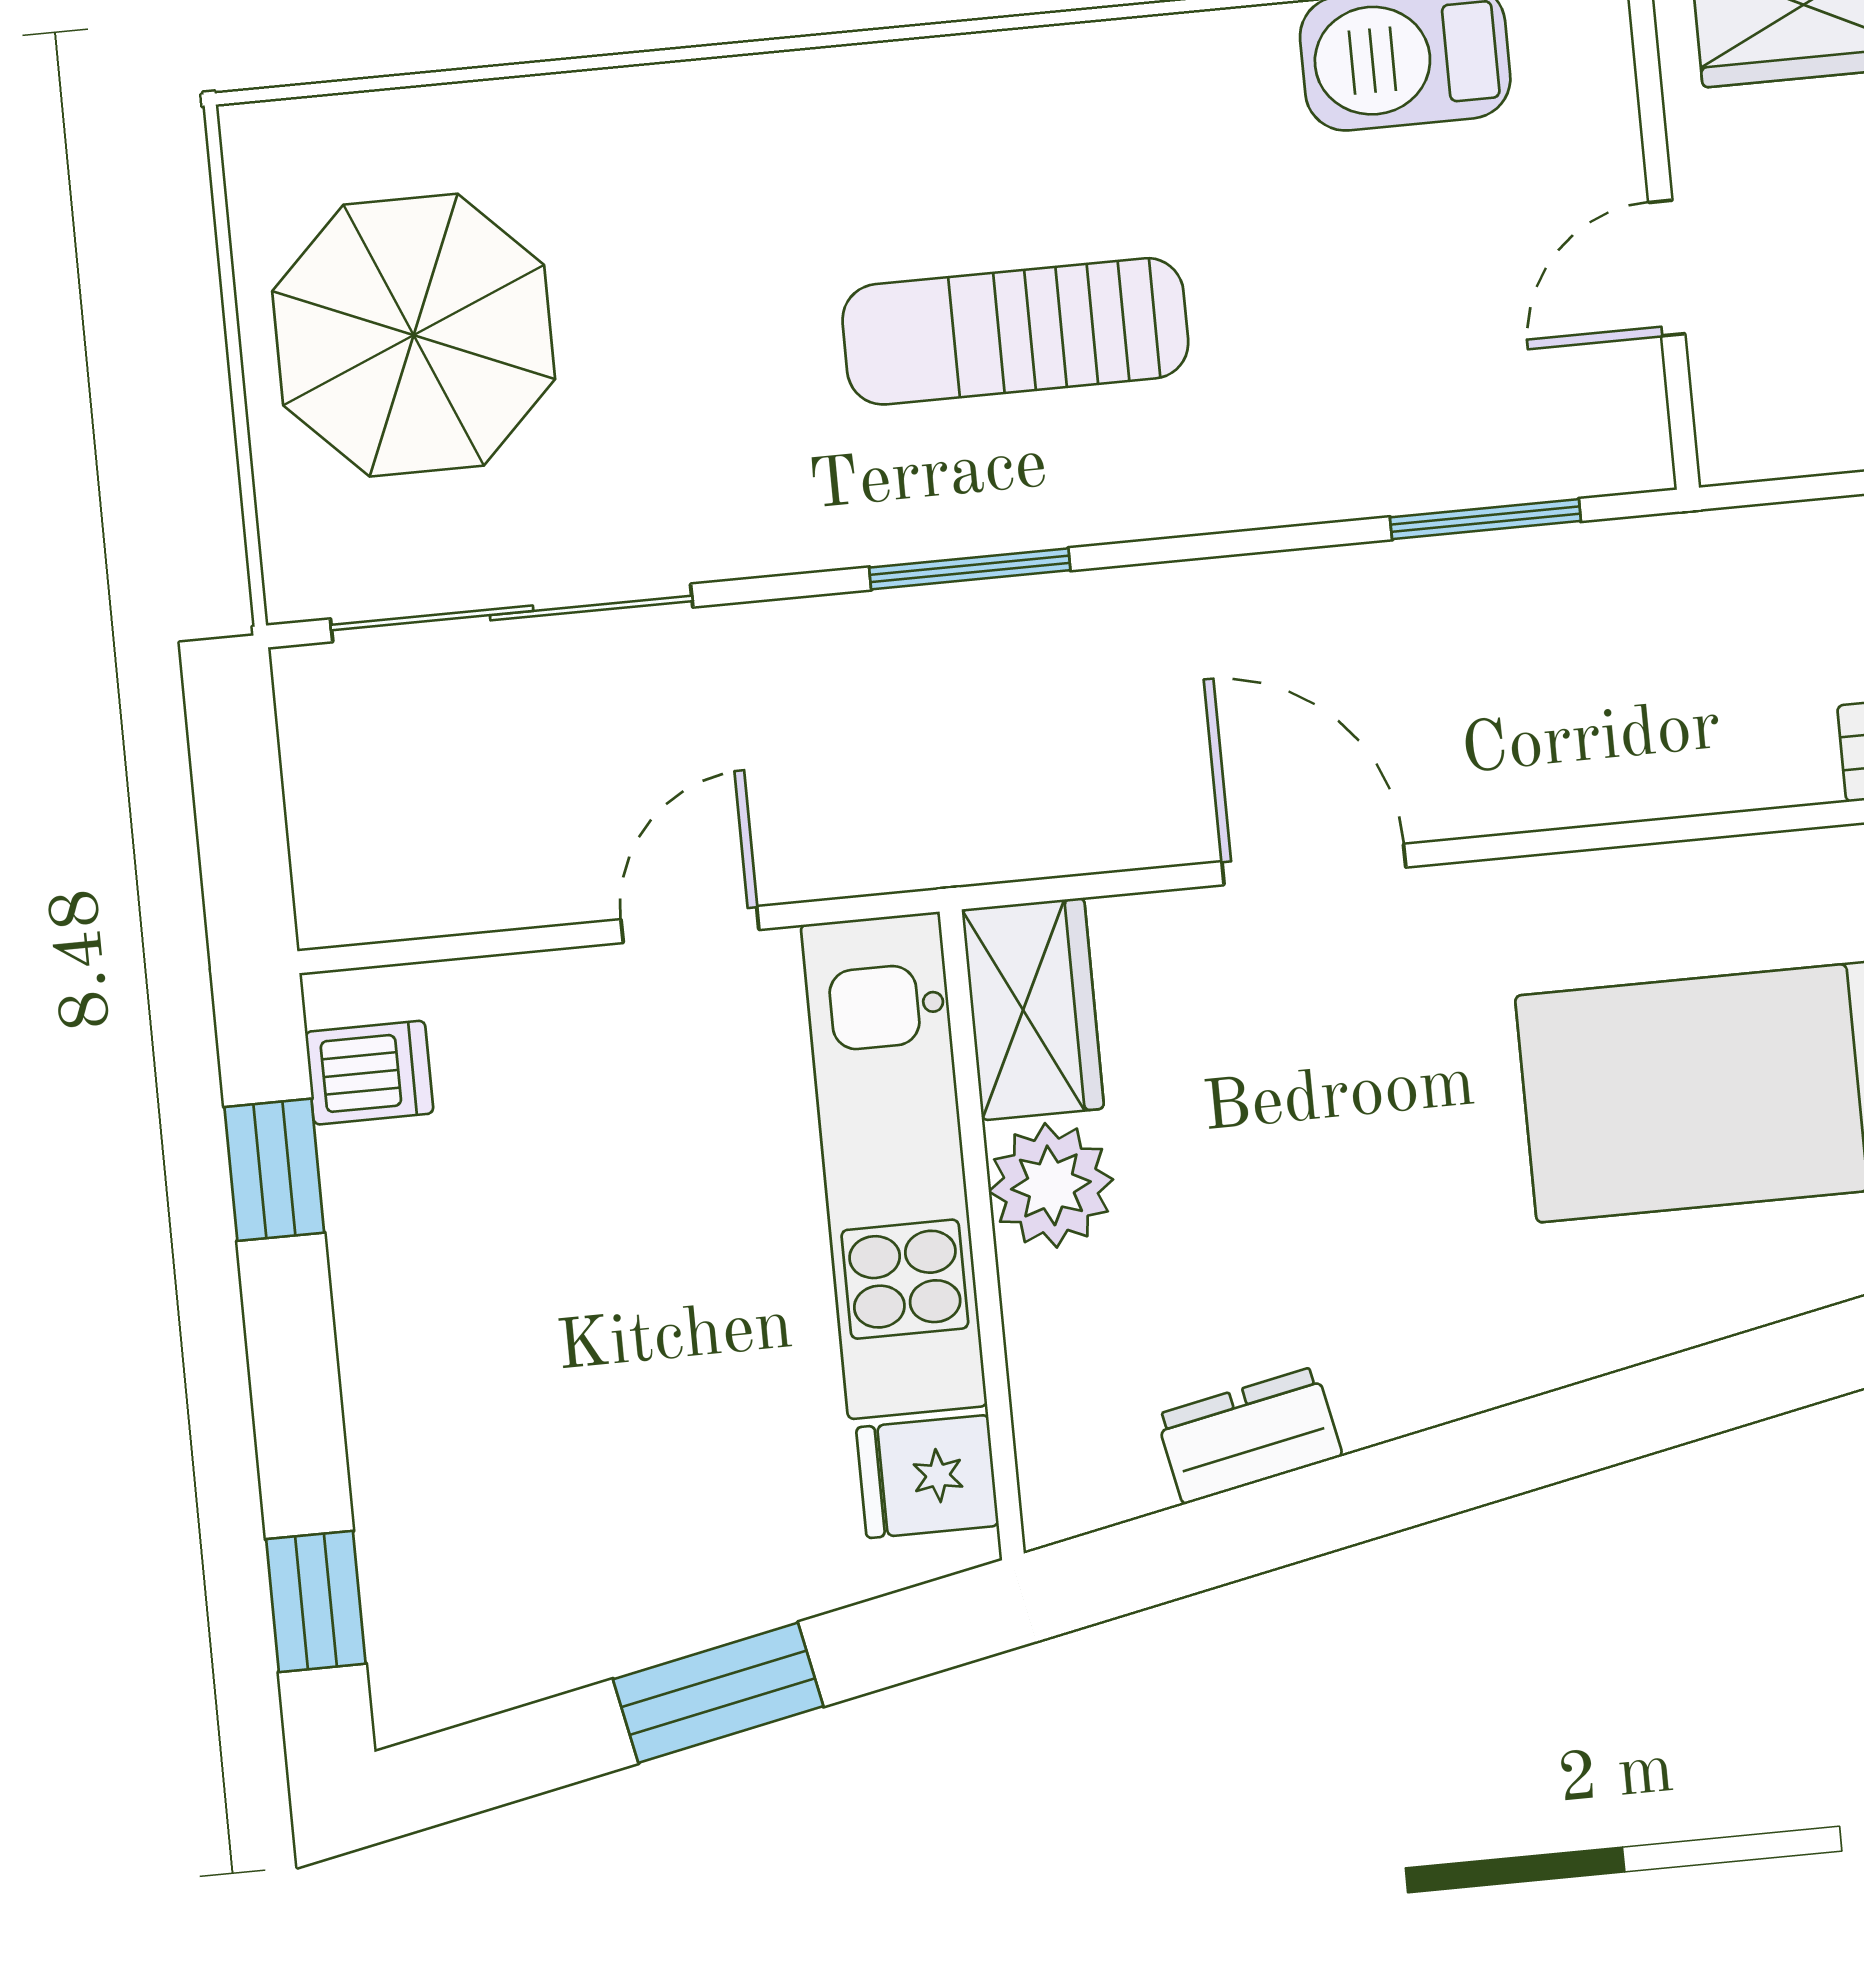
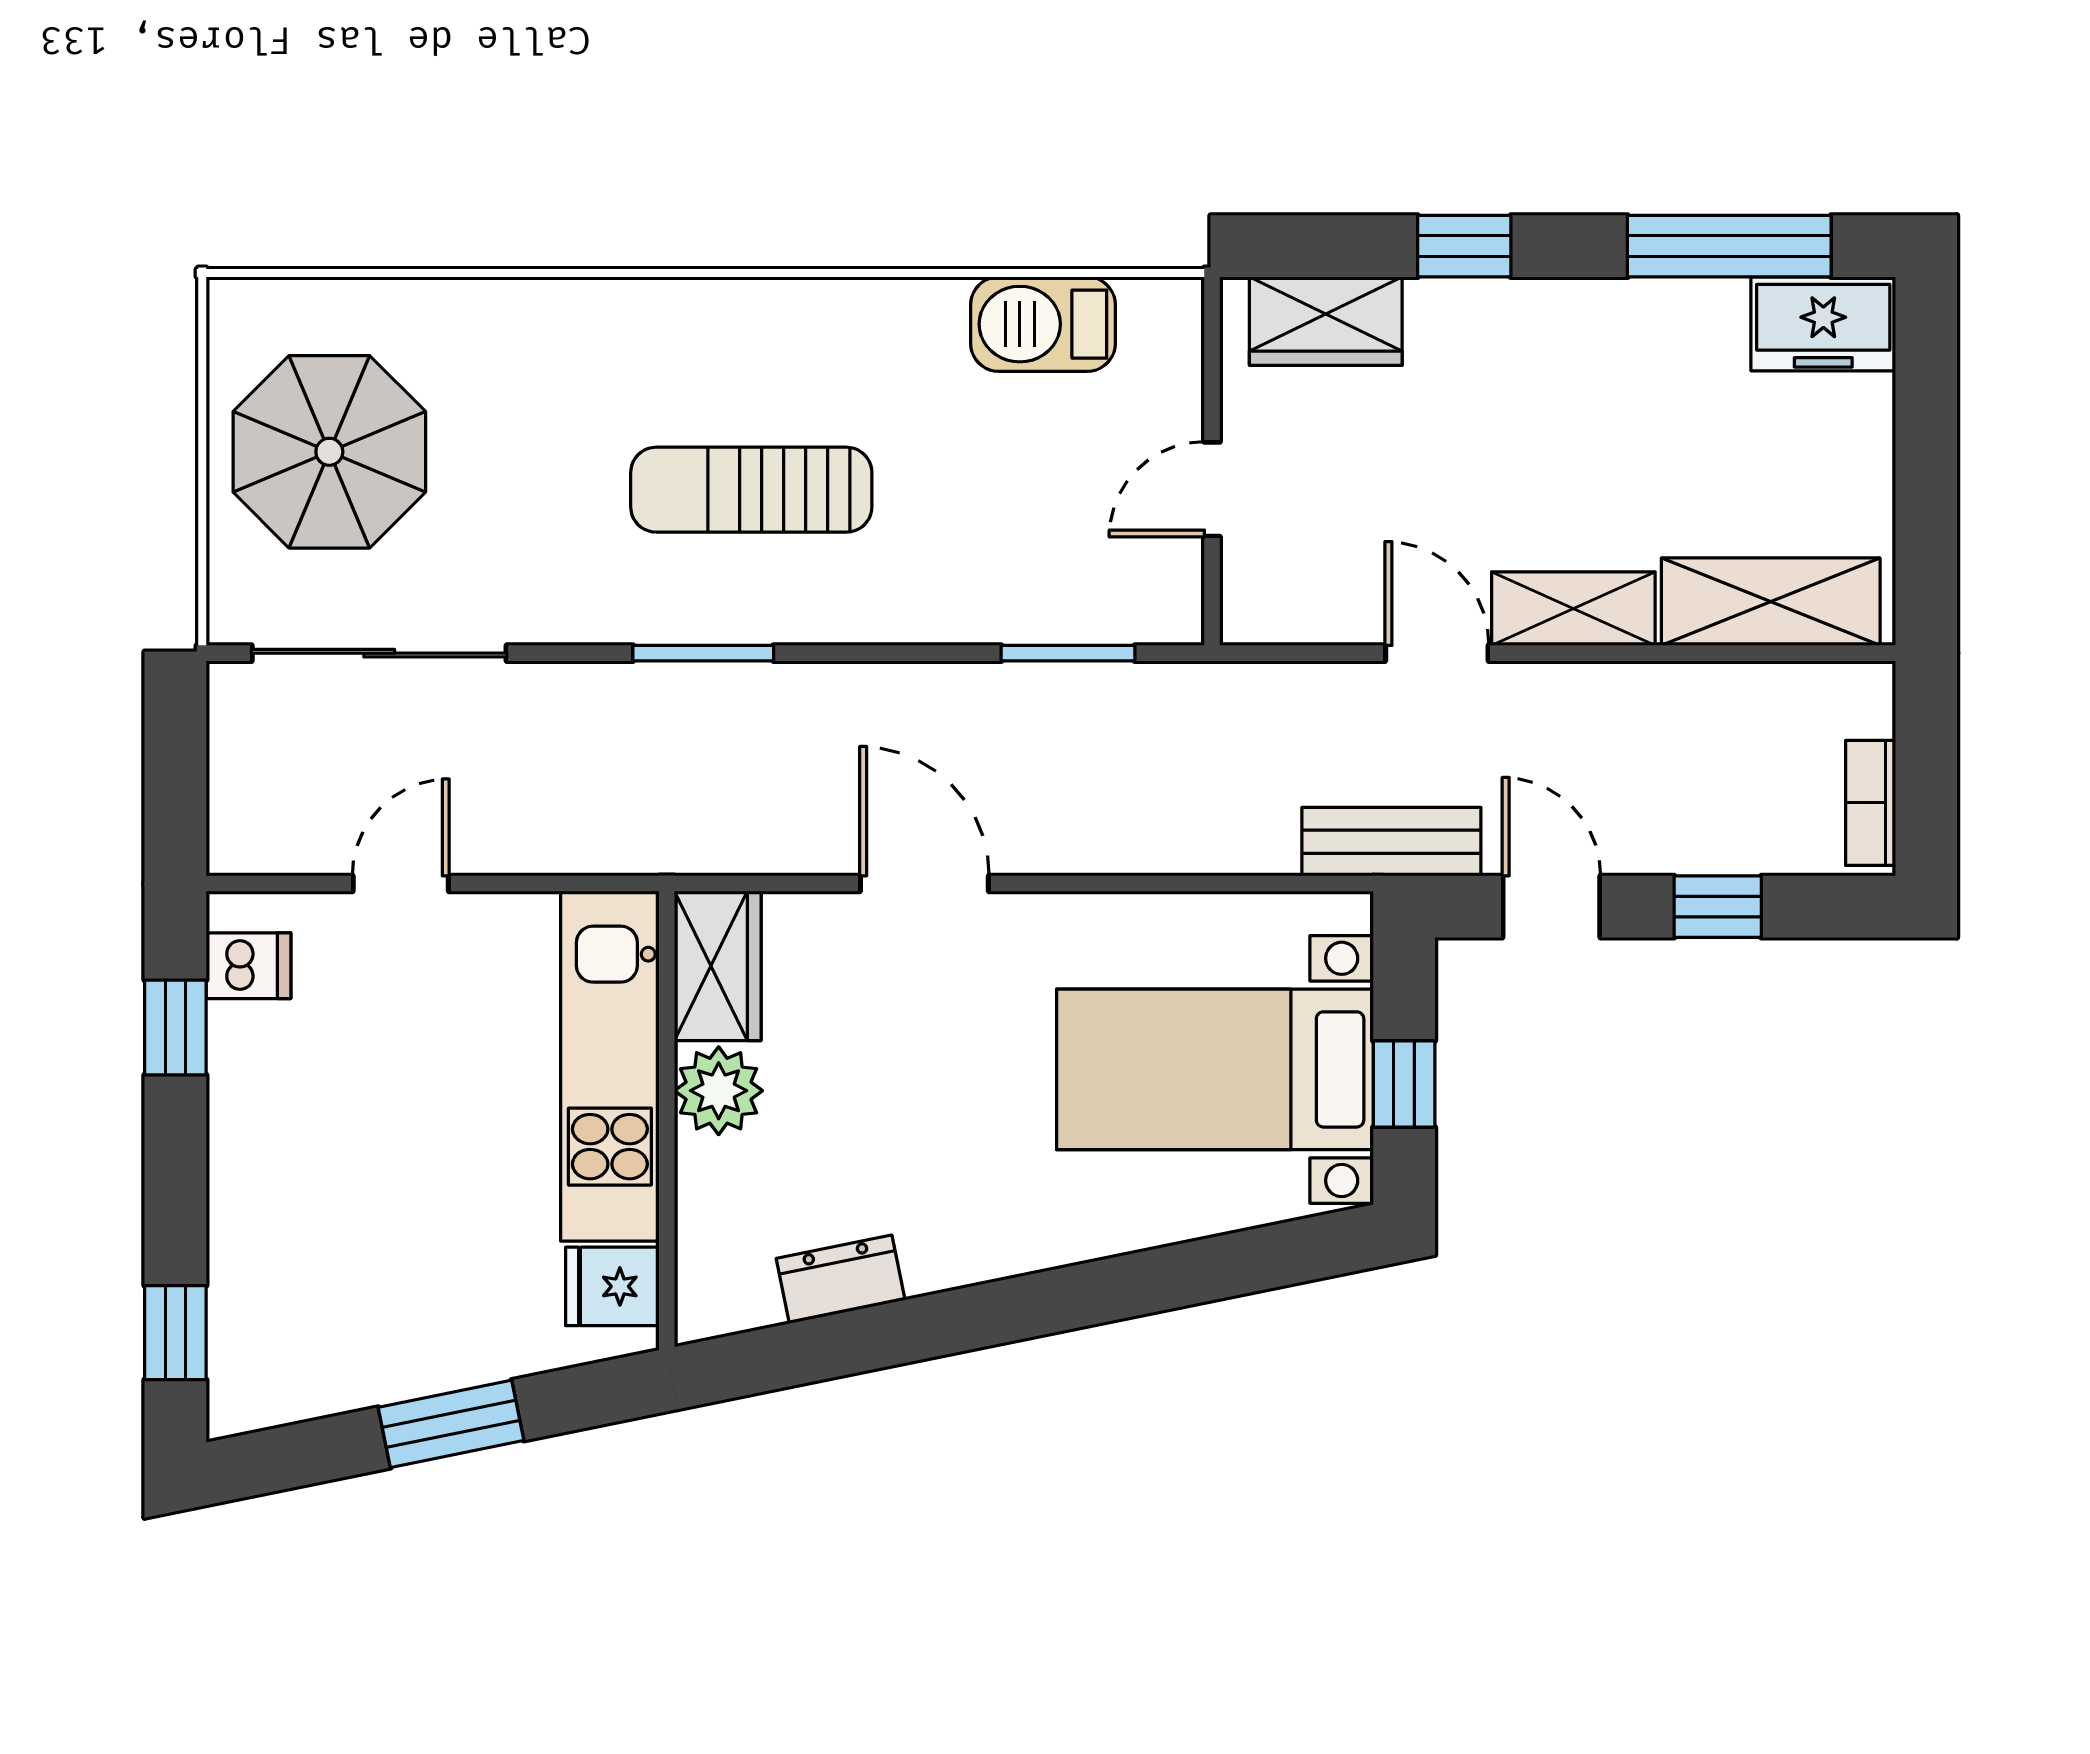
door: (690, 925) -> (401, 884), moved

